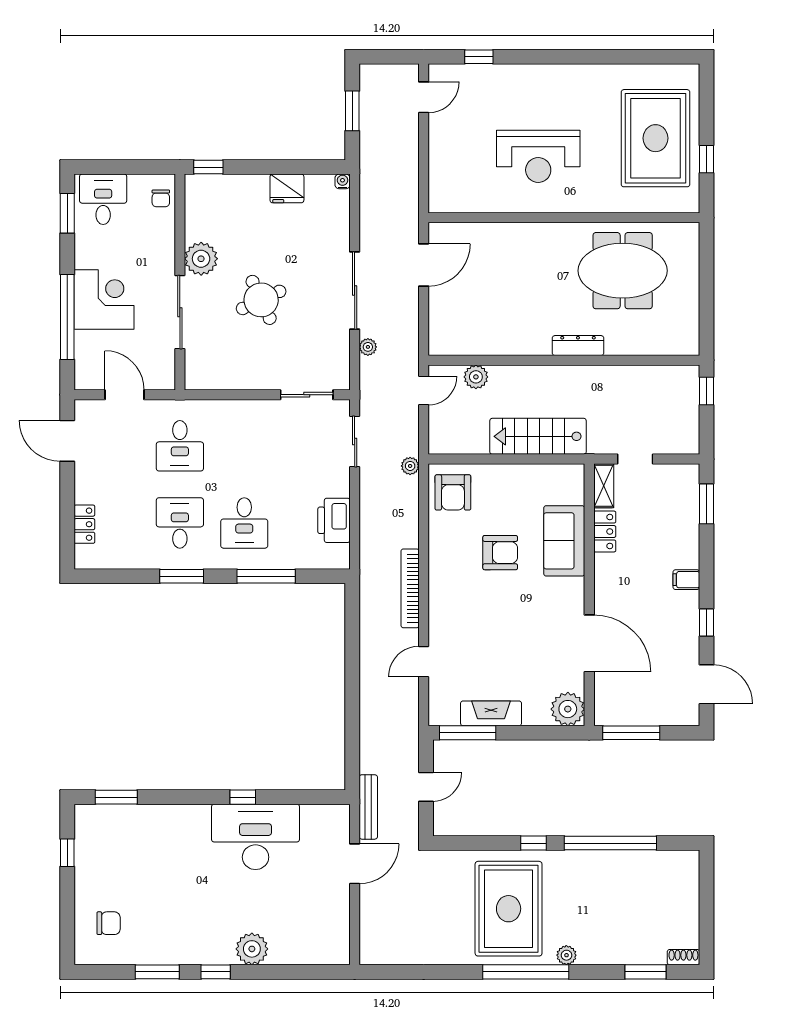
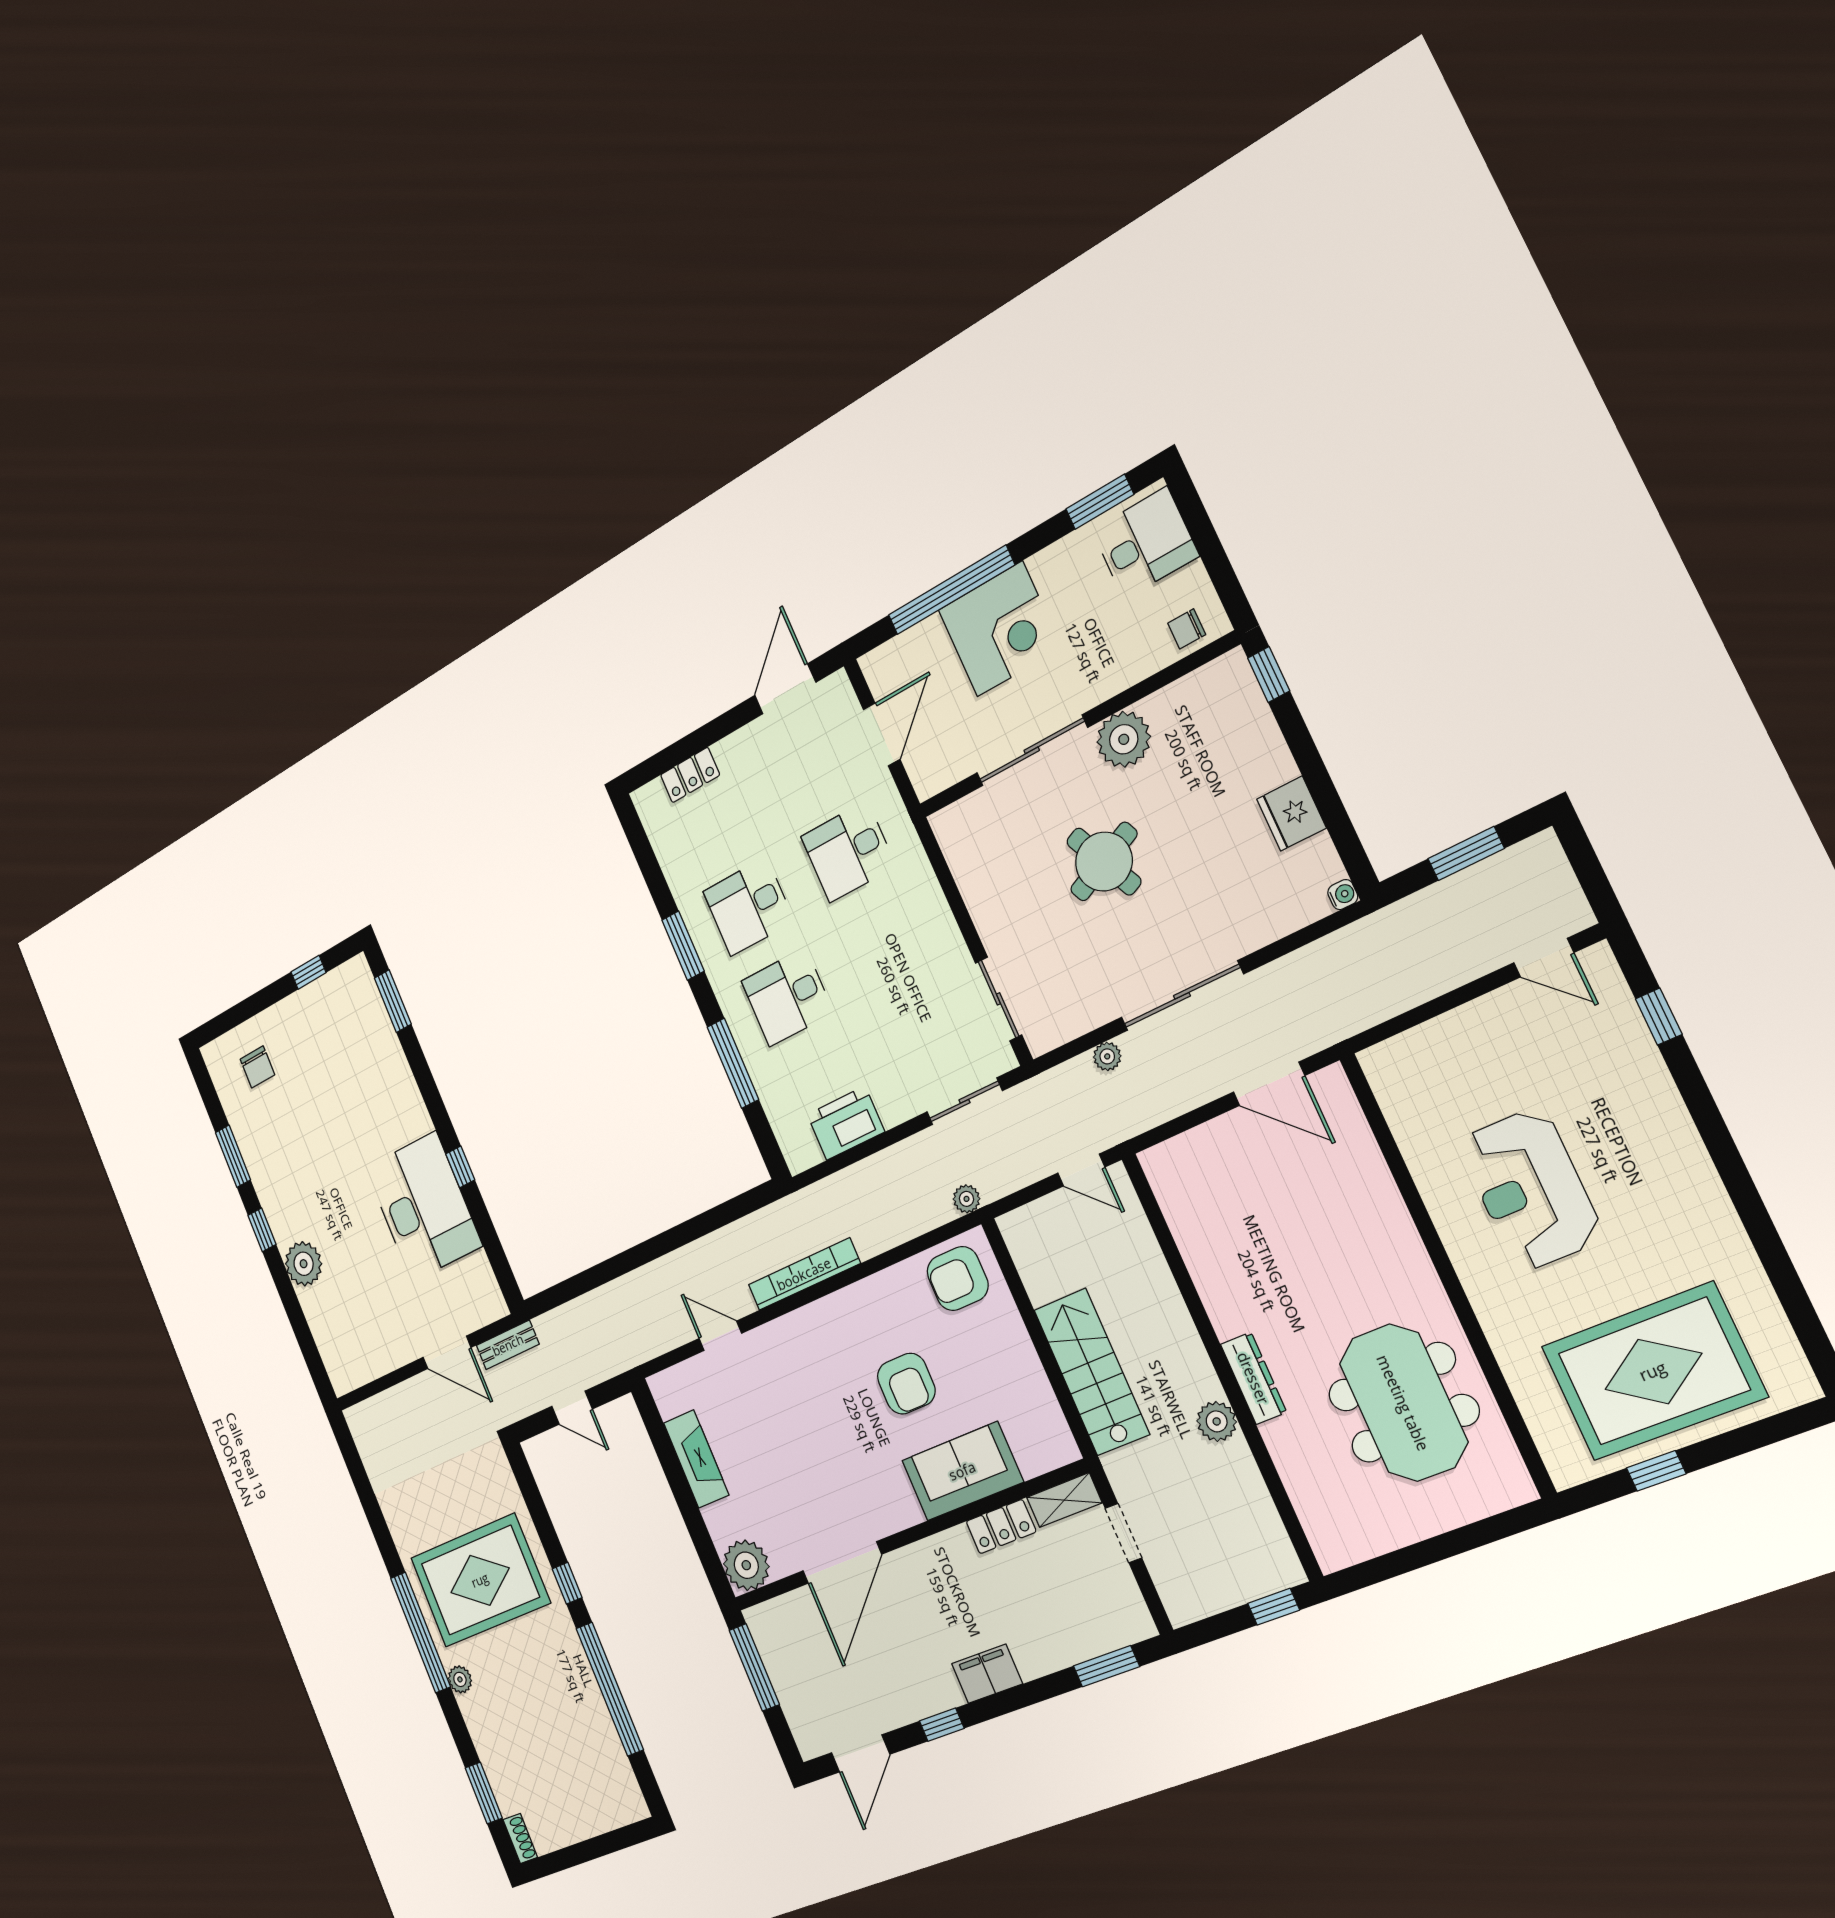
plant: (476, 377) -> (1217, 1421), moved
desk: (180, 523) -> (749, 907), turned 180
filing cabinet: (686, 580) -> (987, 1674), width x2.00
window: (468, 733) -> (659, 1436), removed
bench: (368, 807) -> (508, 1345), width x0.73

